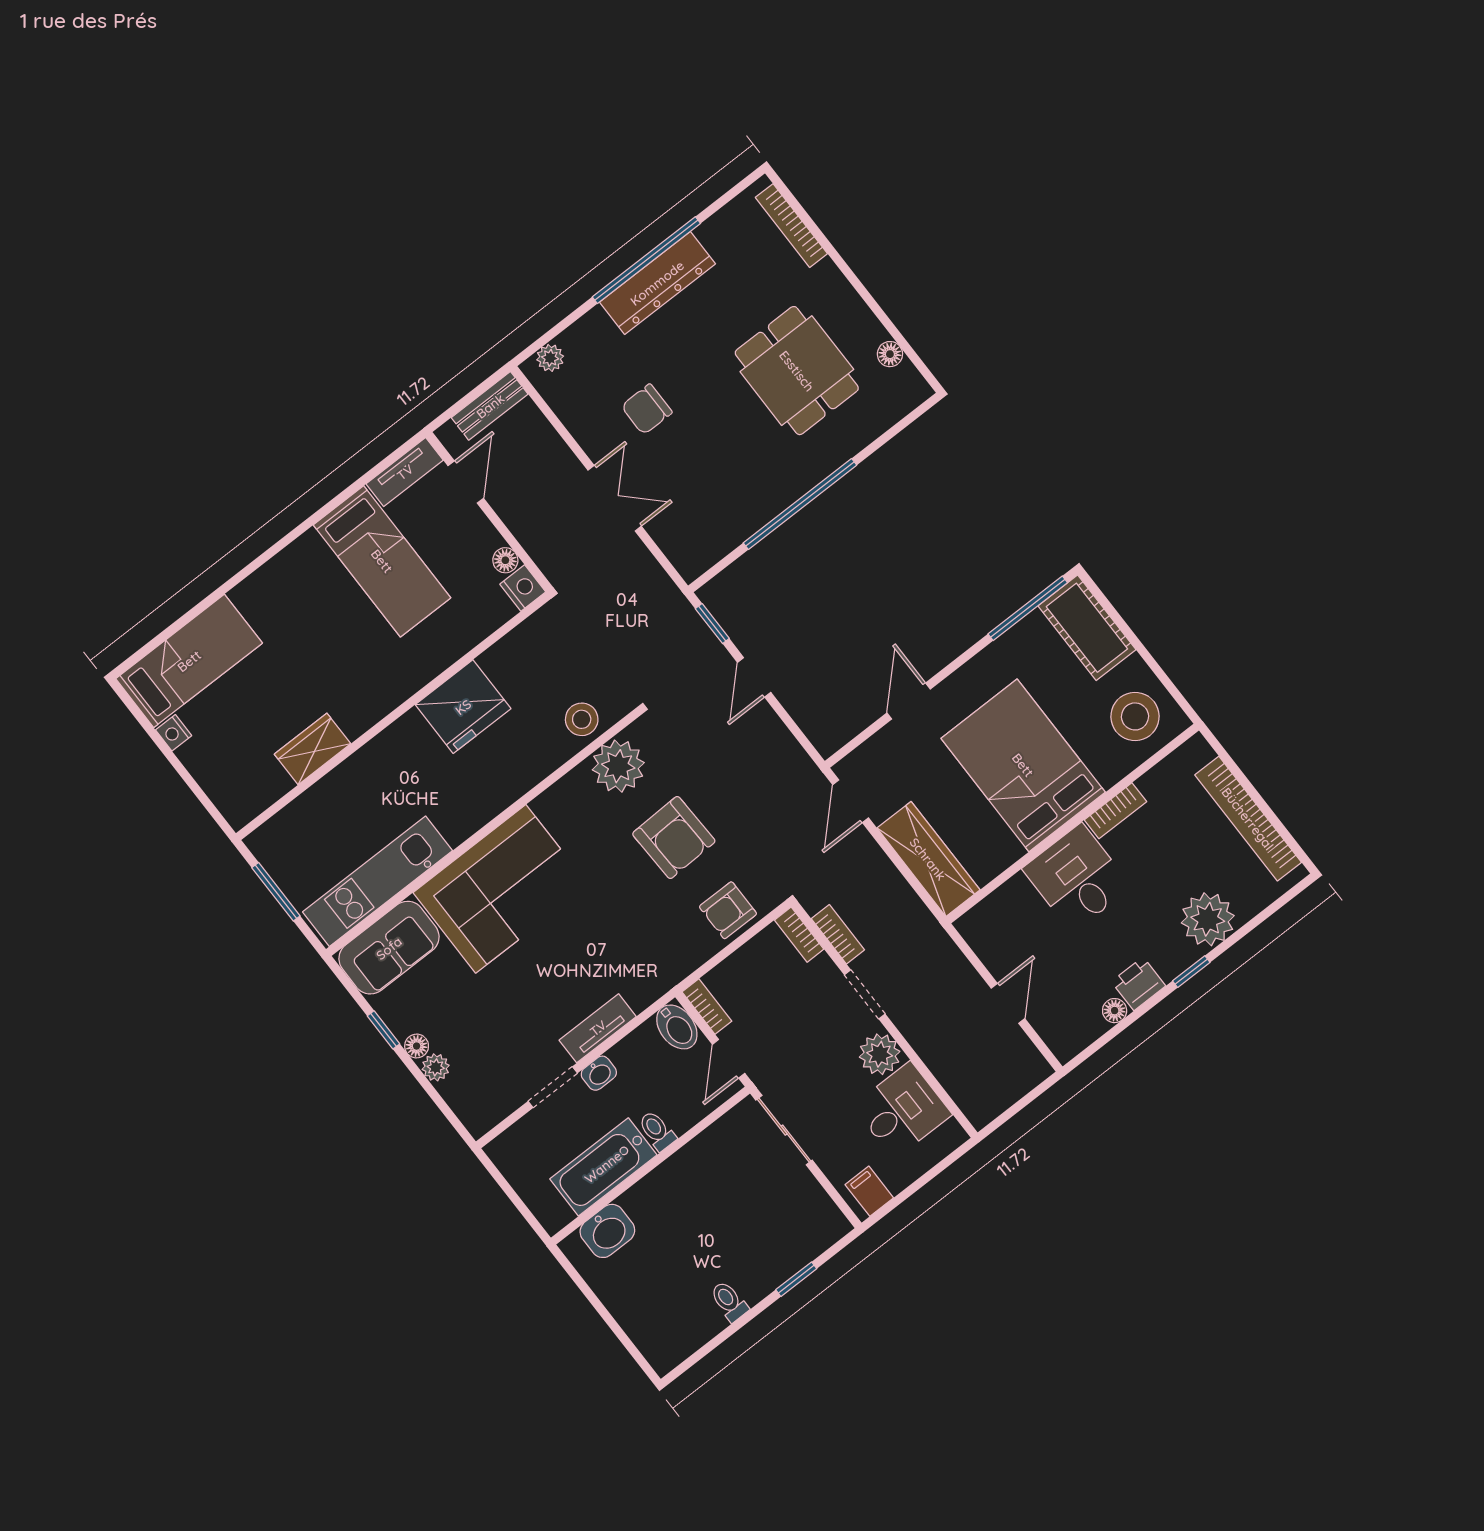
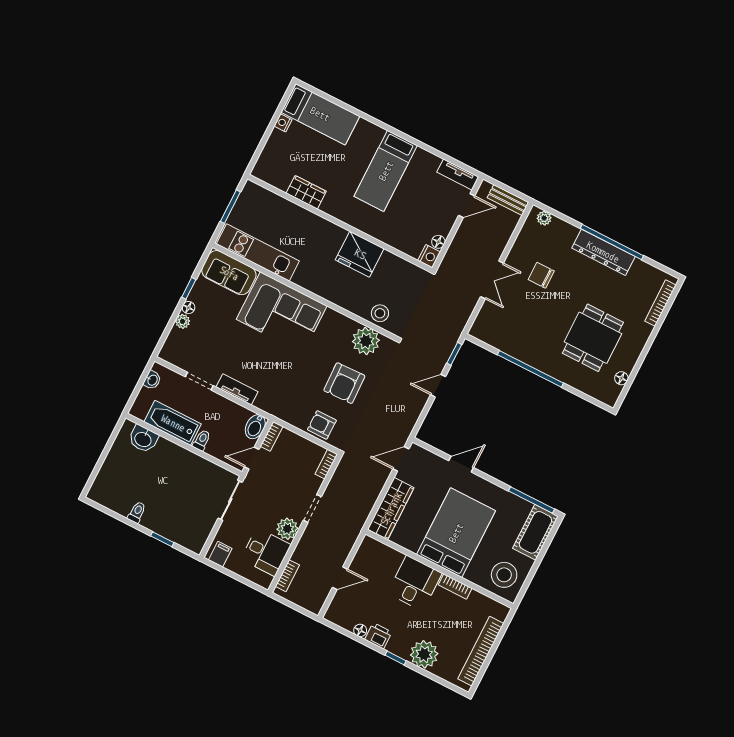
bed: (382, 561) -> (386, 171), moved
bookcase: (838, 934) -> (287, 576), moved
washbasin: (599, 1073) -> (152, 380), moved, turned -90

